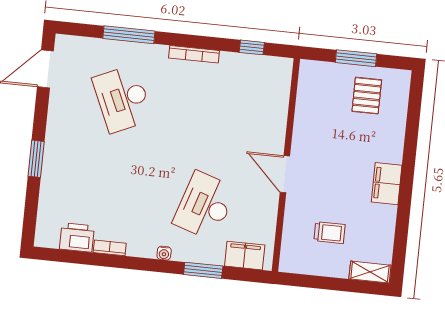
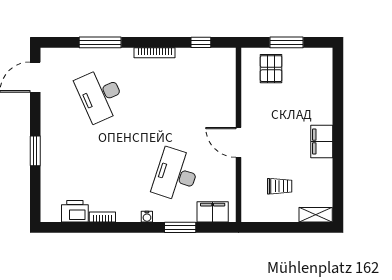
pallet: (367, 96) -> (271, 69), moved

